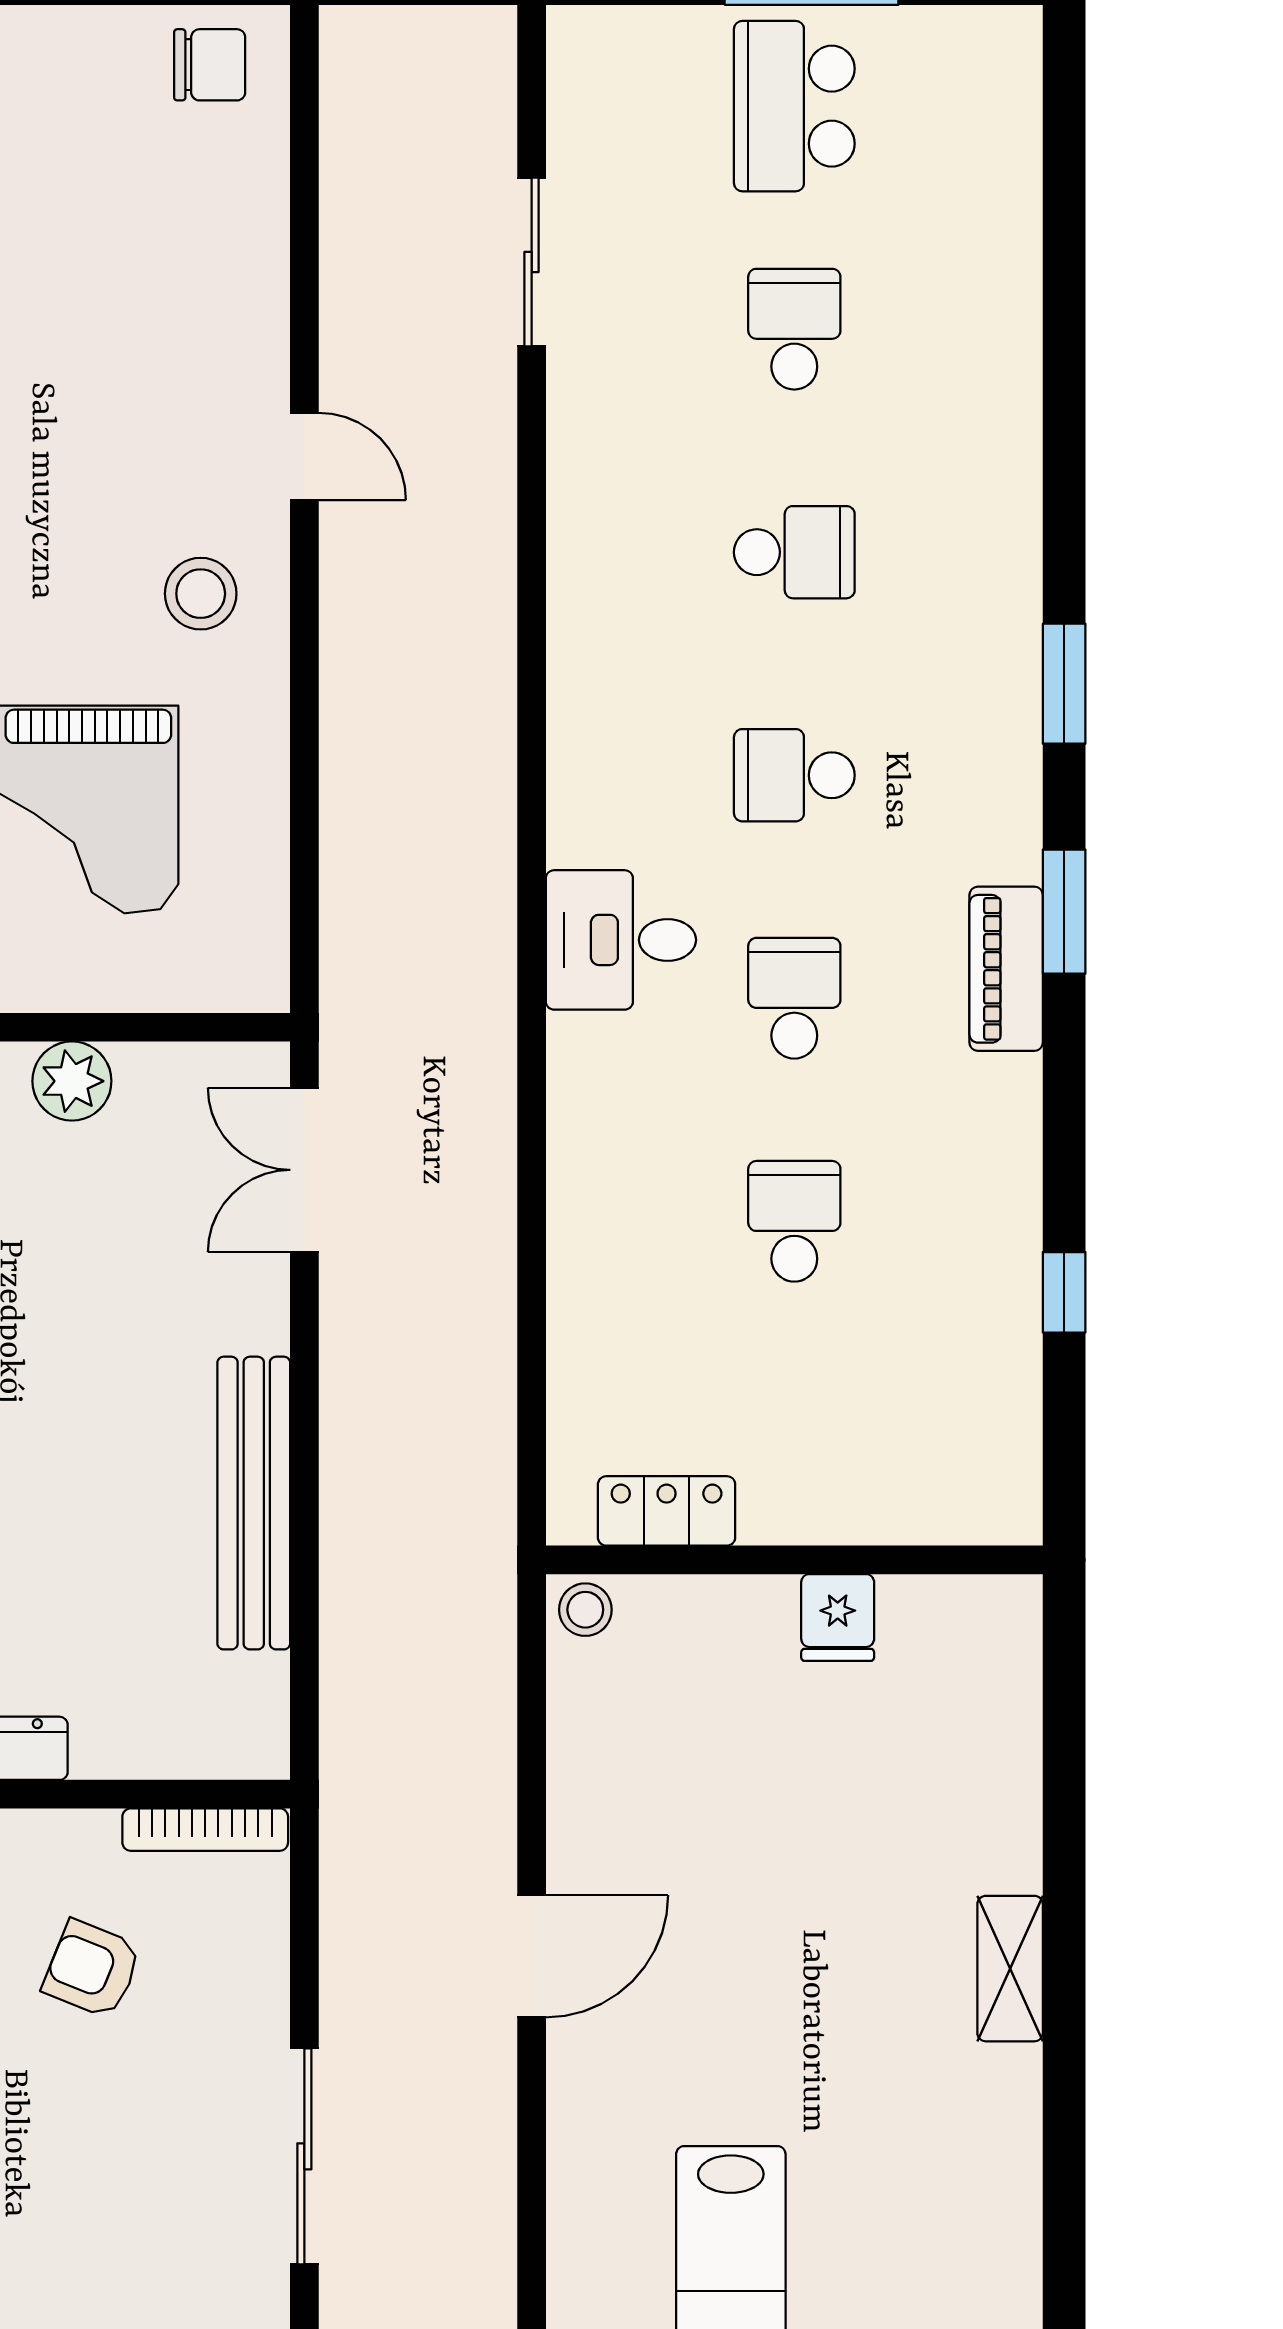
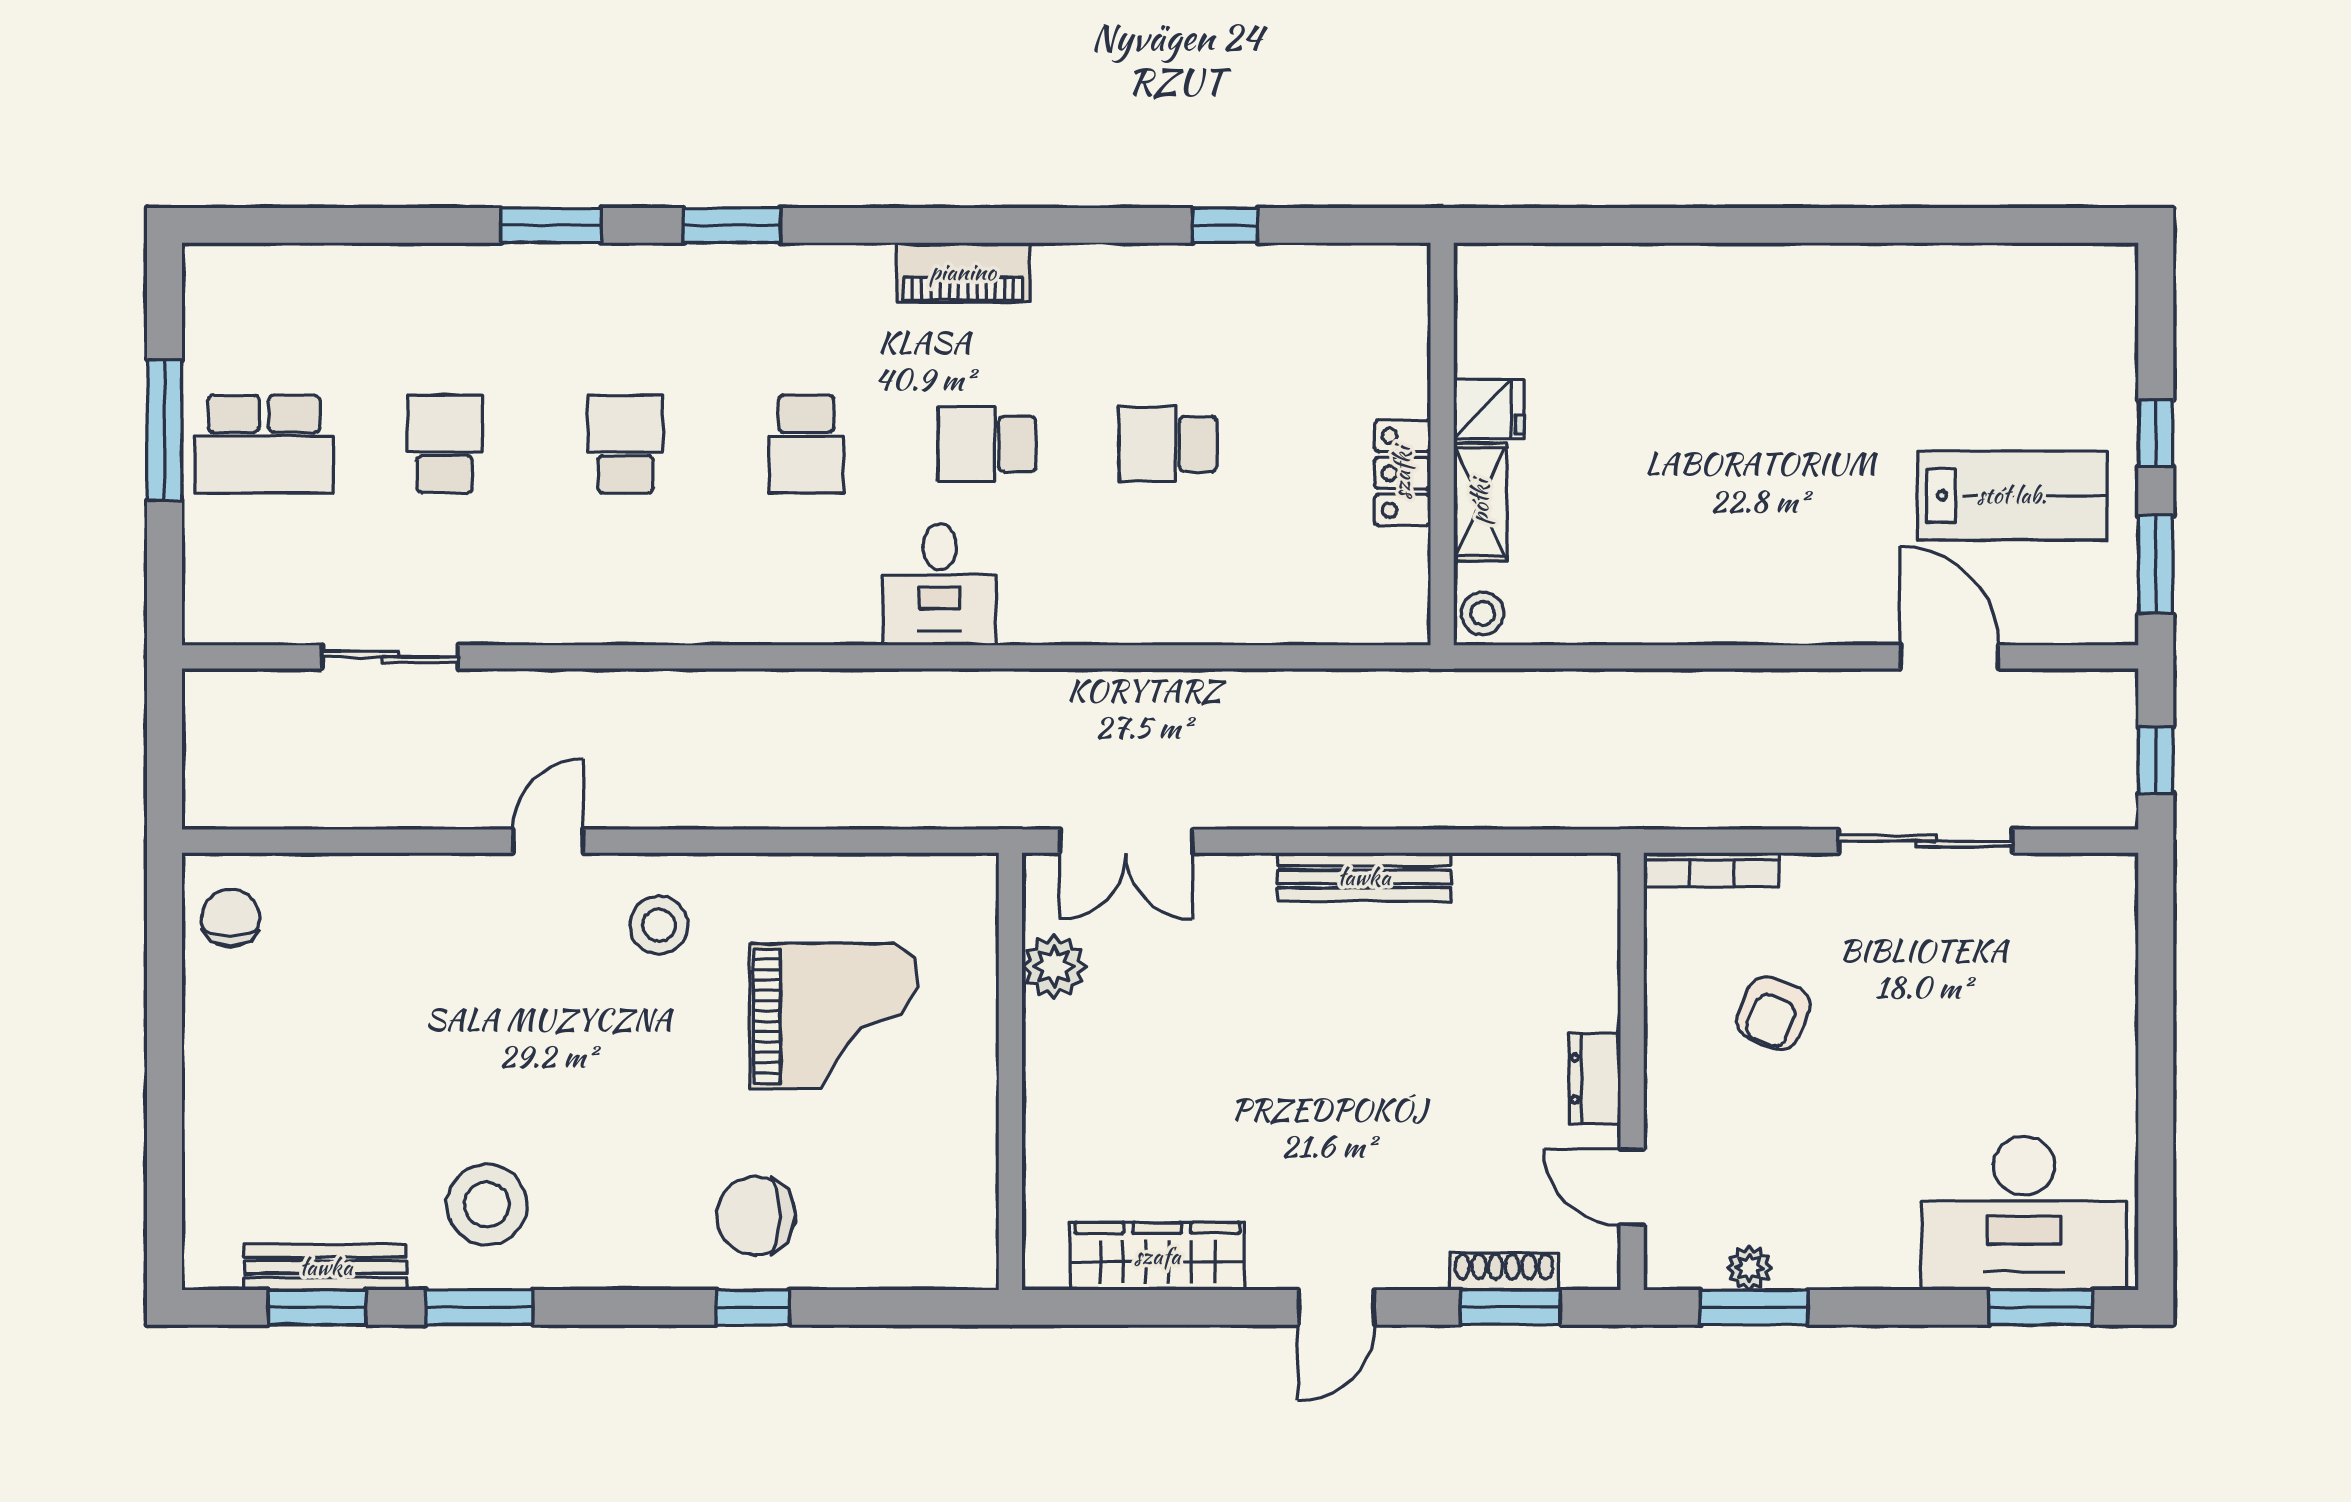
school desk: (794, 329) -> (445, 444), turned 90
window: (1064, 912) -> (551, 225), moved
plant: (72, 1081) -> (1054, 966), moved
bench: (254, 1503) -> (1364, 877), width x0.73, depth x0.82
locker: (667, 1511) -> (1402, 473), moved
bookcase: (205, 1830) -> (1712, 870), moved, turned 90
door: (532, 1956) -> (1949, 657), moved
shelving: (1010, 1969) -> (1480, 502), moved, turned 90

